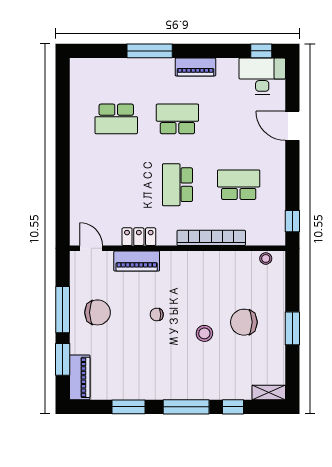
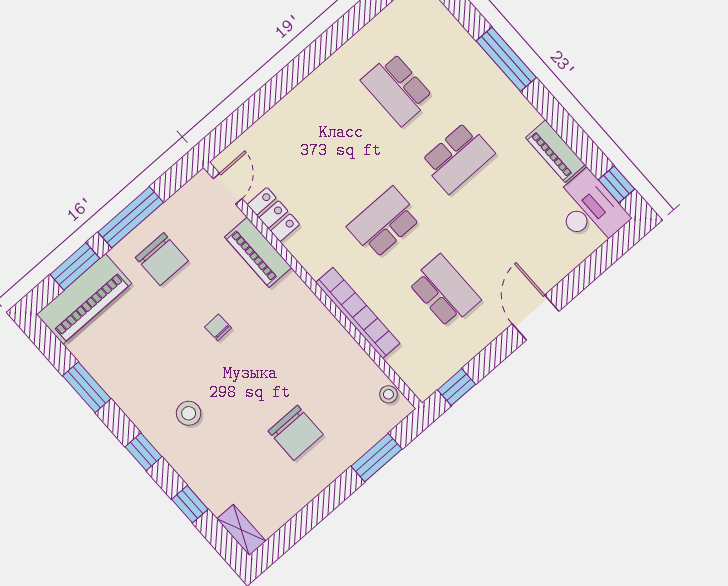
piano: (195, 67) -> (555, 151), moved
school desk: (177, 119) -> (458, 158), turned 90
door: (292, 126) -> (536, 317), moved
locker: (139, 237) -> (273, 214), moved
chair: (244, 322) -> (296, 433), turned 180
window: (292, 328) -> (377, 458), moved
stool: (204, 333) -> (189, 413), moved
piano: (80, 377) -> (84, 299), width x1.37, depth x1.33
window: (186, 407) -> (144, 452), width x0.46

